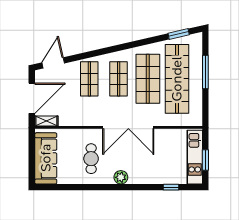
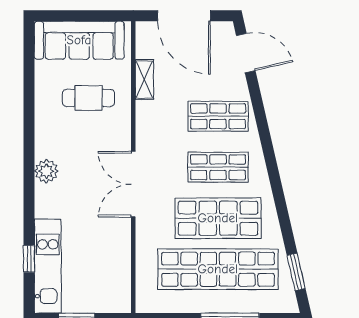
shelving: (46, 121) -> (144, 79), moved
double door: (128, 127) -> (133, 184), width x0.73
kitchen unit: (195, 157) -> (48, 266), moved, turned 90
cafe table: (91, 159) -> (89, 98), moved

